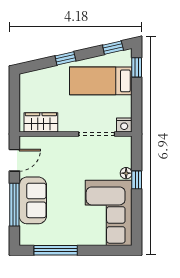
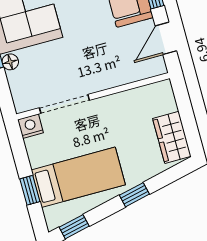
window: (137, 67) -> (30, 190), moved
wardrobe: (41, 122) -> (172, 137), moved, turned 90

